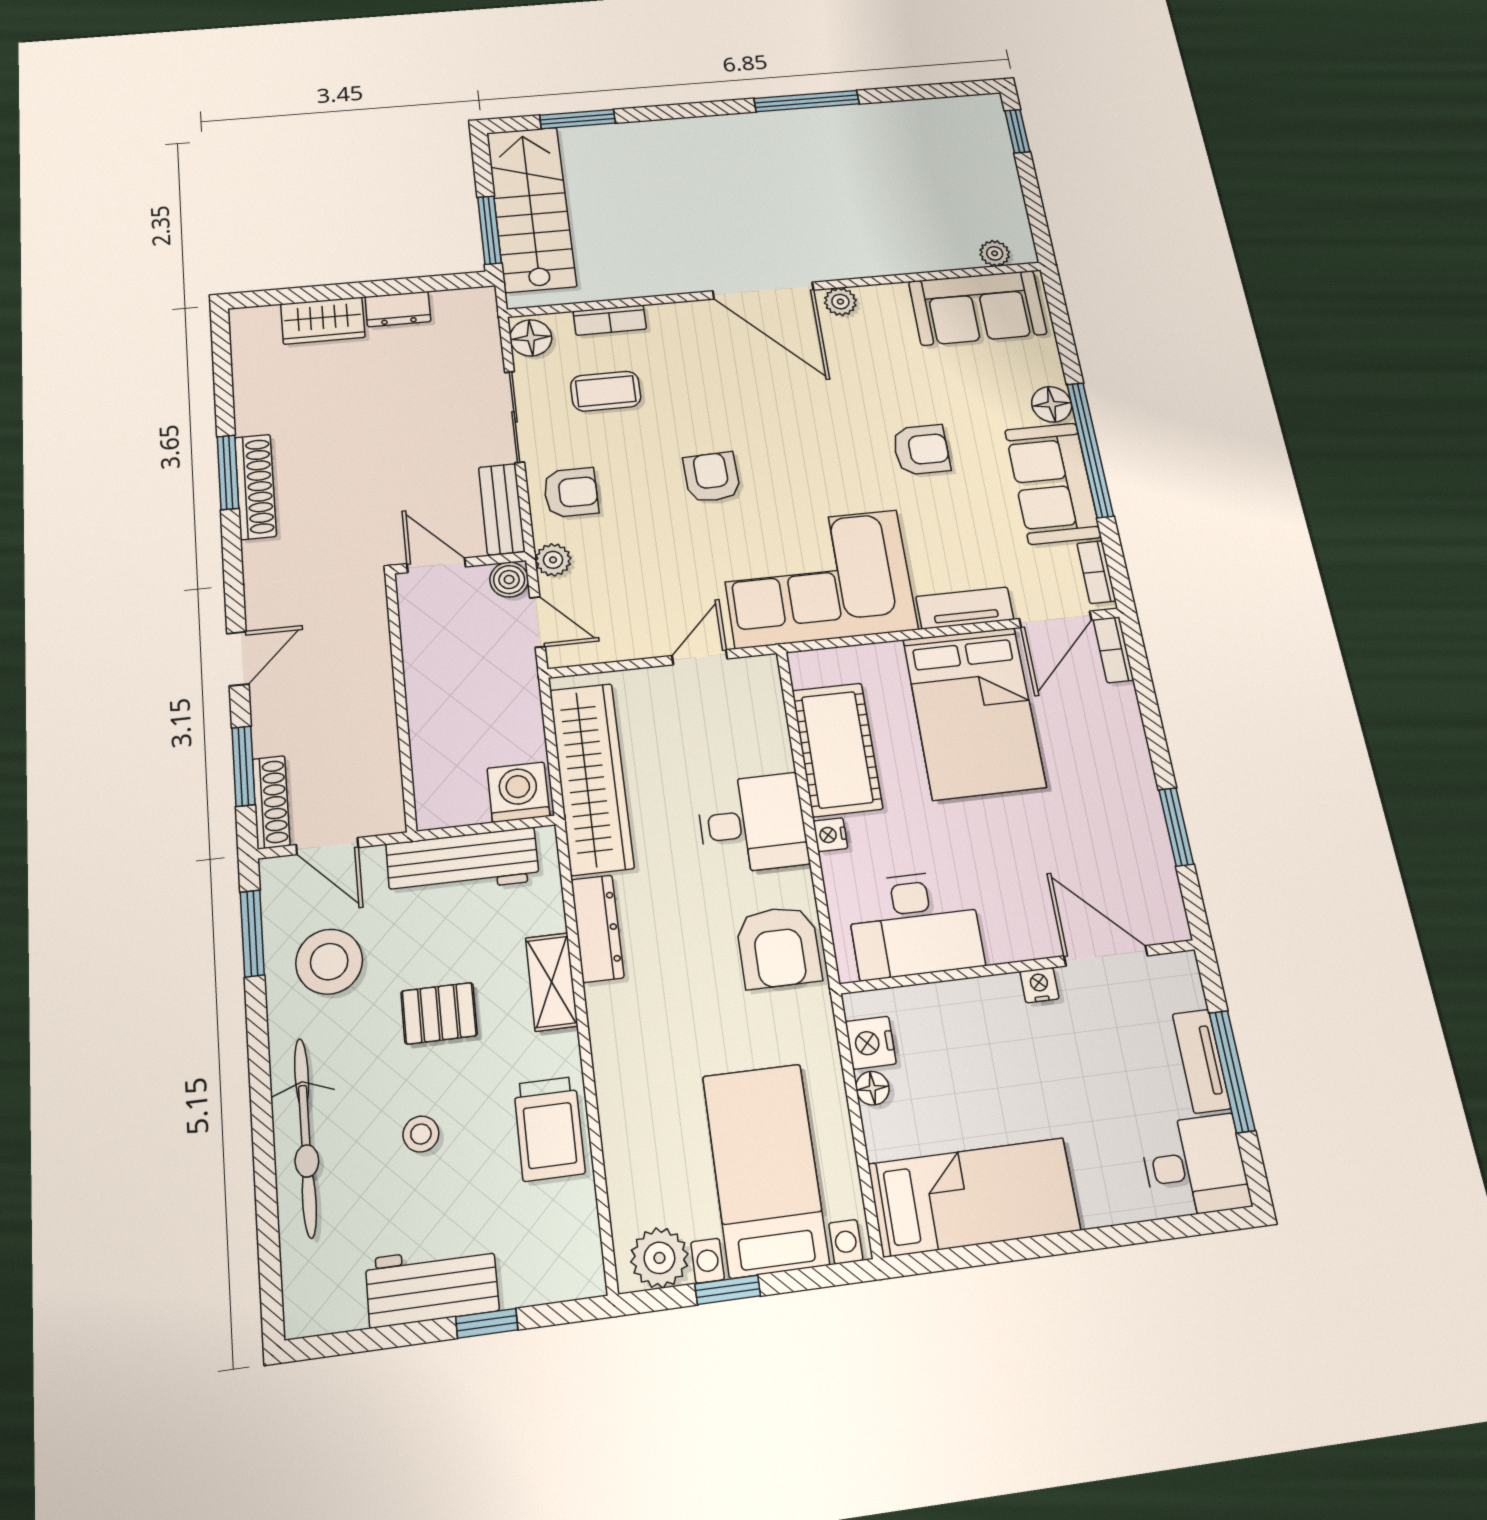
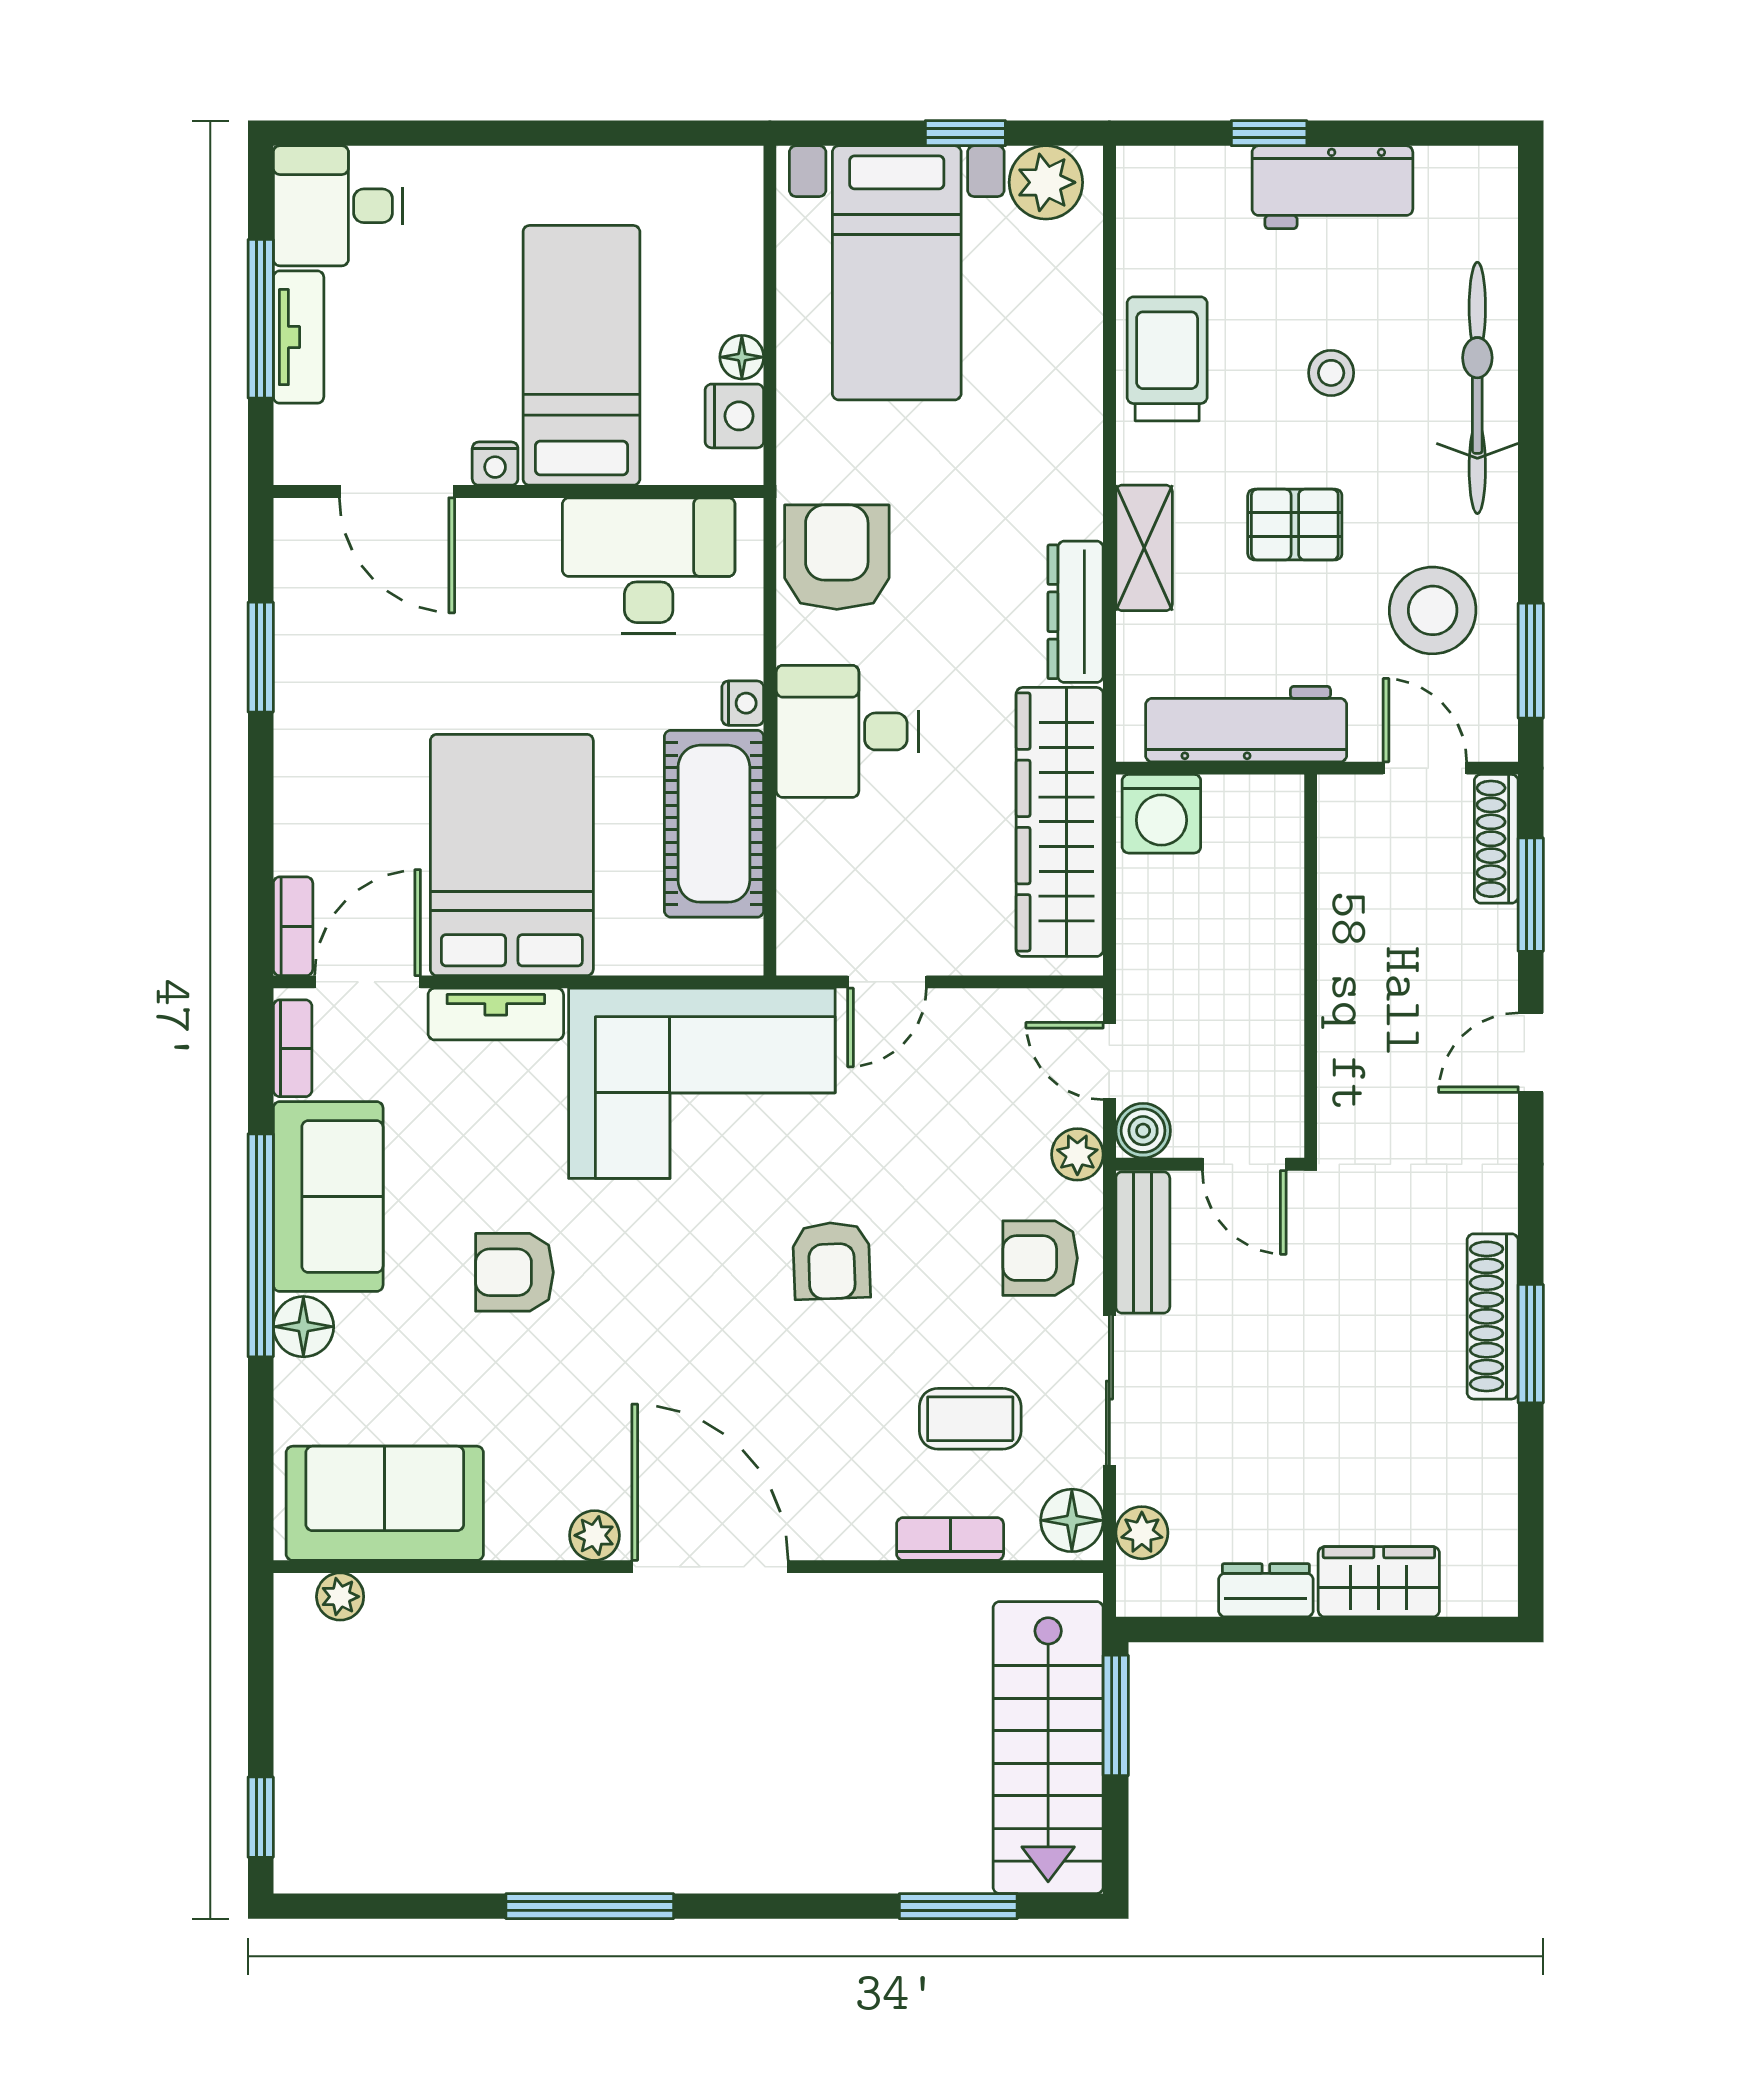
plant: (484, 335) -> (1142, 1533), added
bed: (974, 1197) -> (581, 355), moved, turned 90

